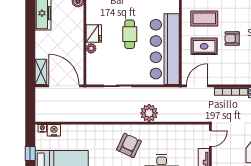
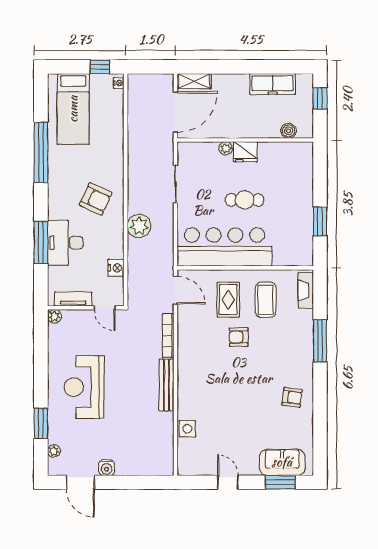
armchair: (232, 39) -> (239, 337), turned -90
nightstand: (54, 130) -> (116, 268), moved
window: (30, 154) -> (100, 67), moved

